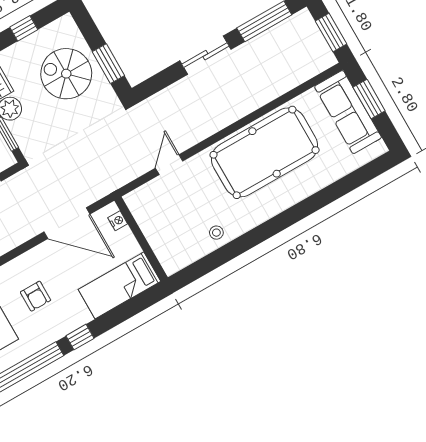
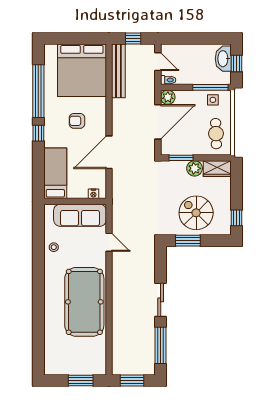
window: (24, 28) -> (237, 218), moved
spiral stairs: (66, 74) -> (196, 213), turned -90
sofa: (348, 112) -> (80, 215), moved, turned 180
door: (67, 223) -> (109, 152), moved

